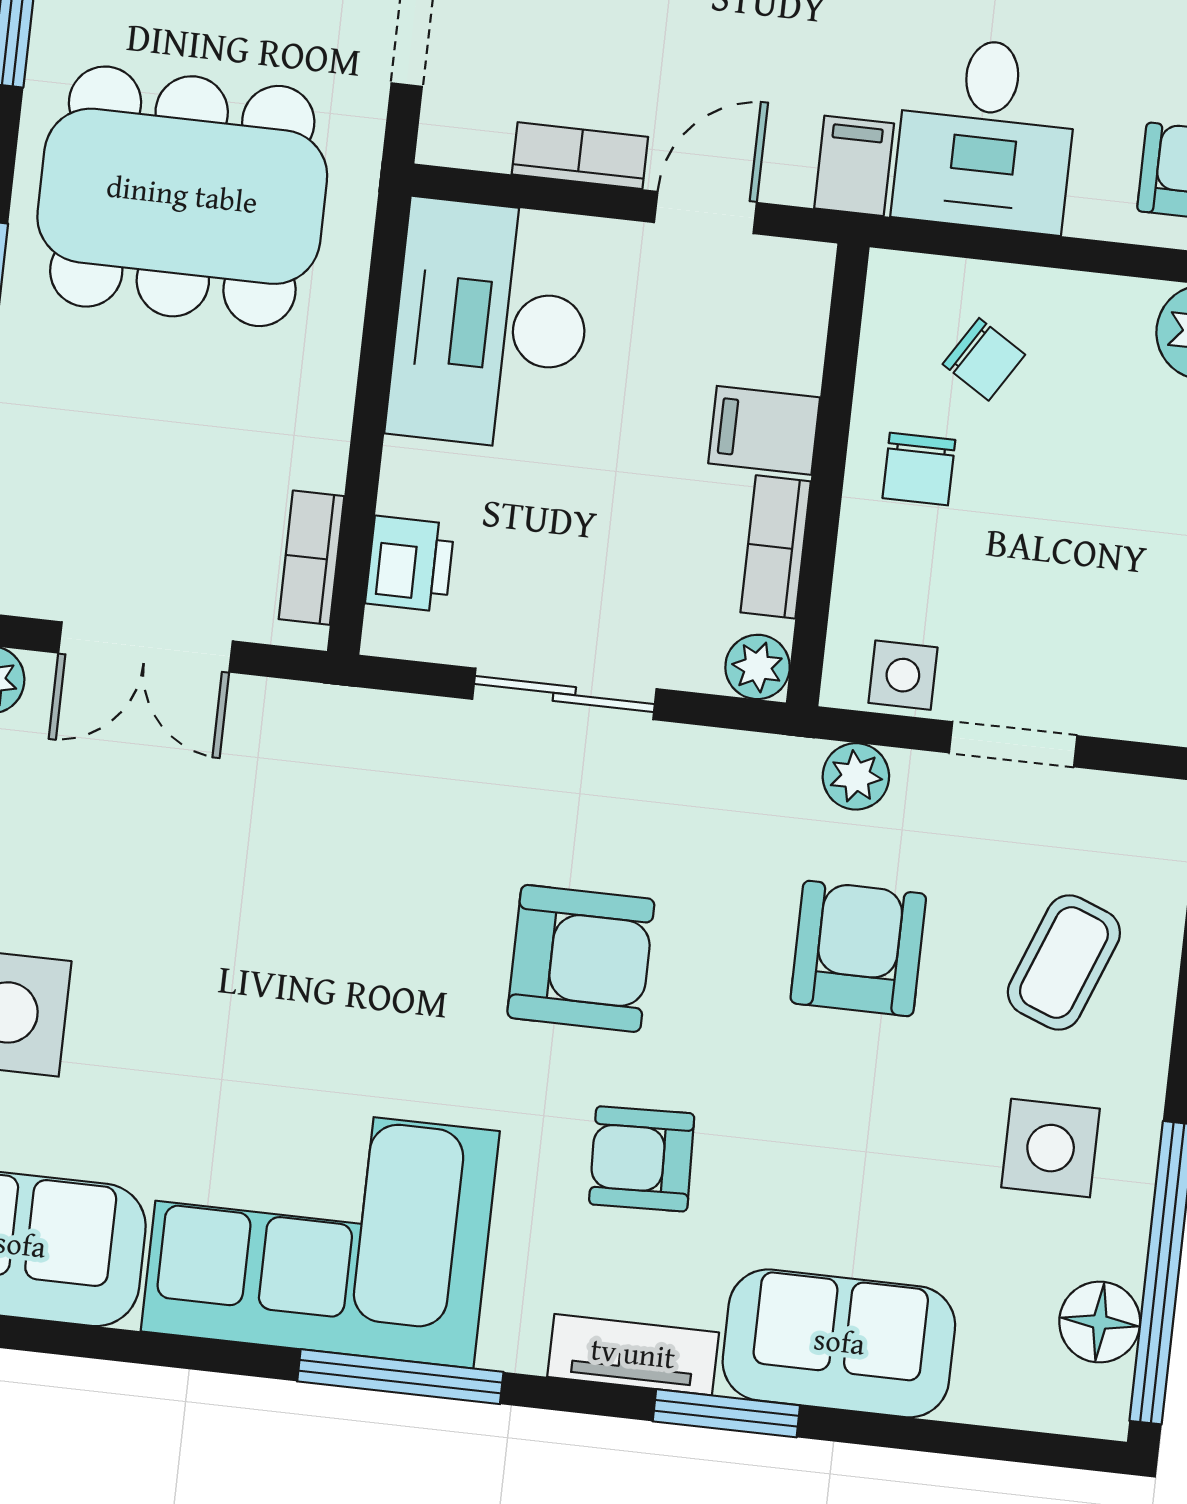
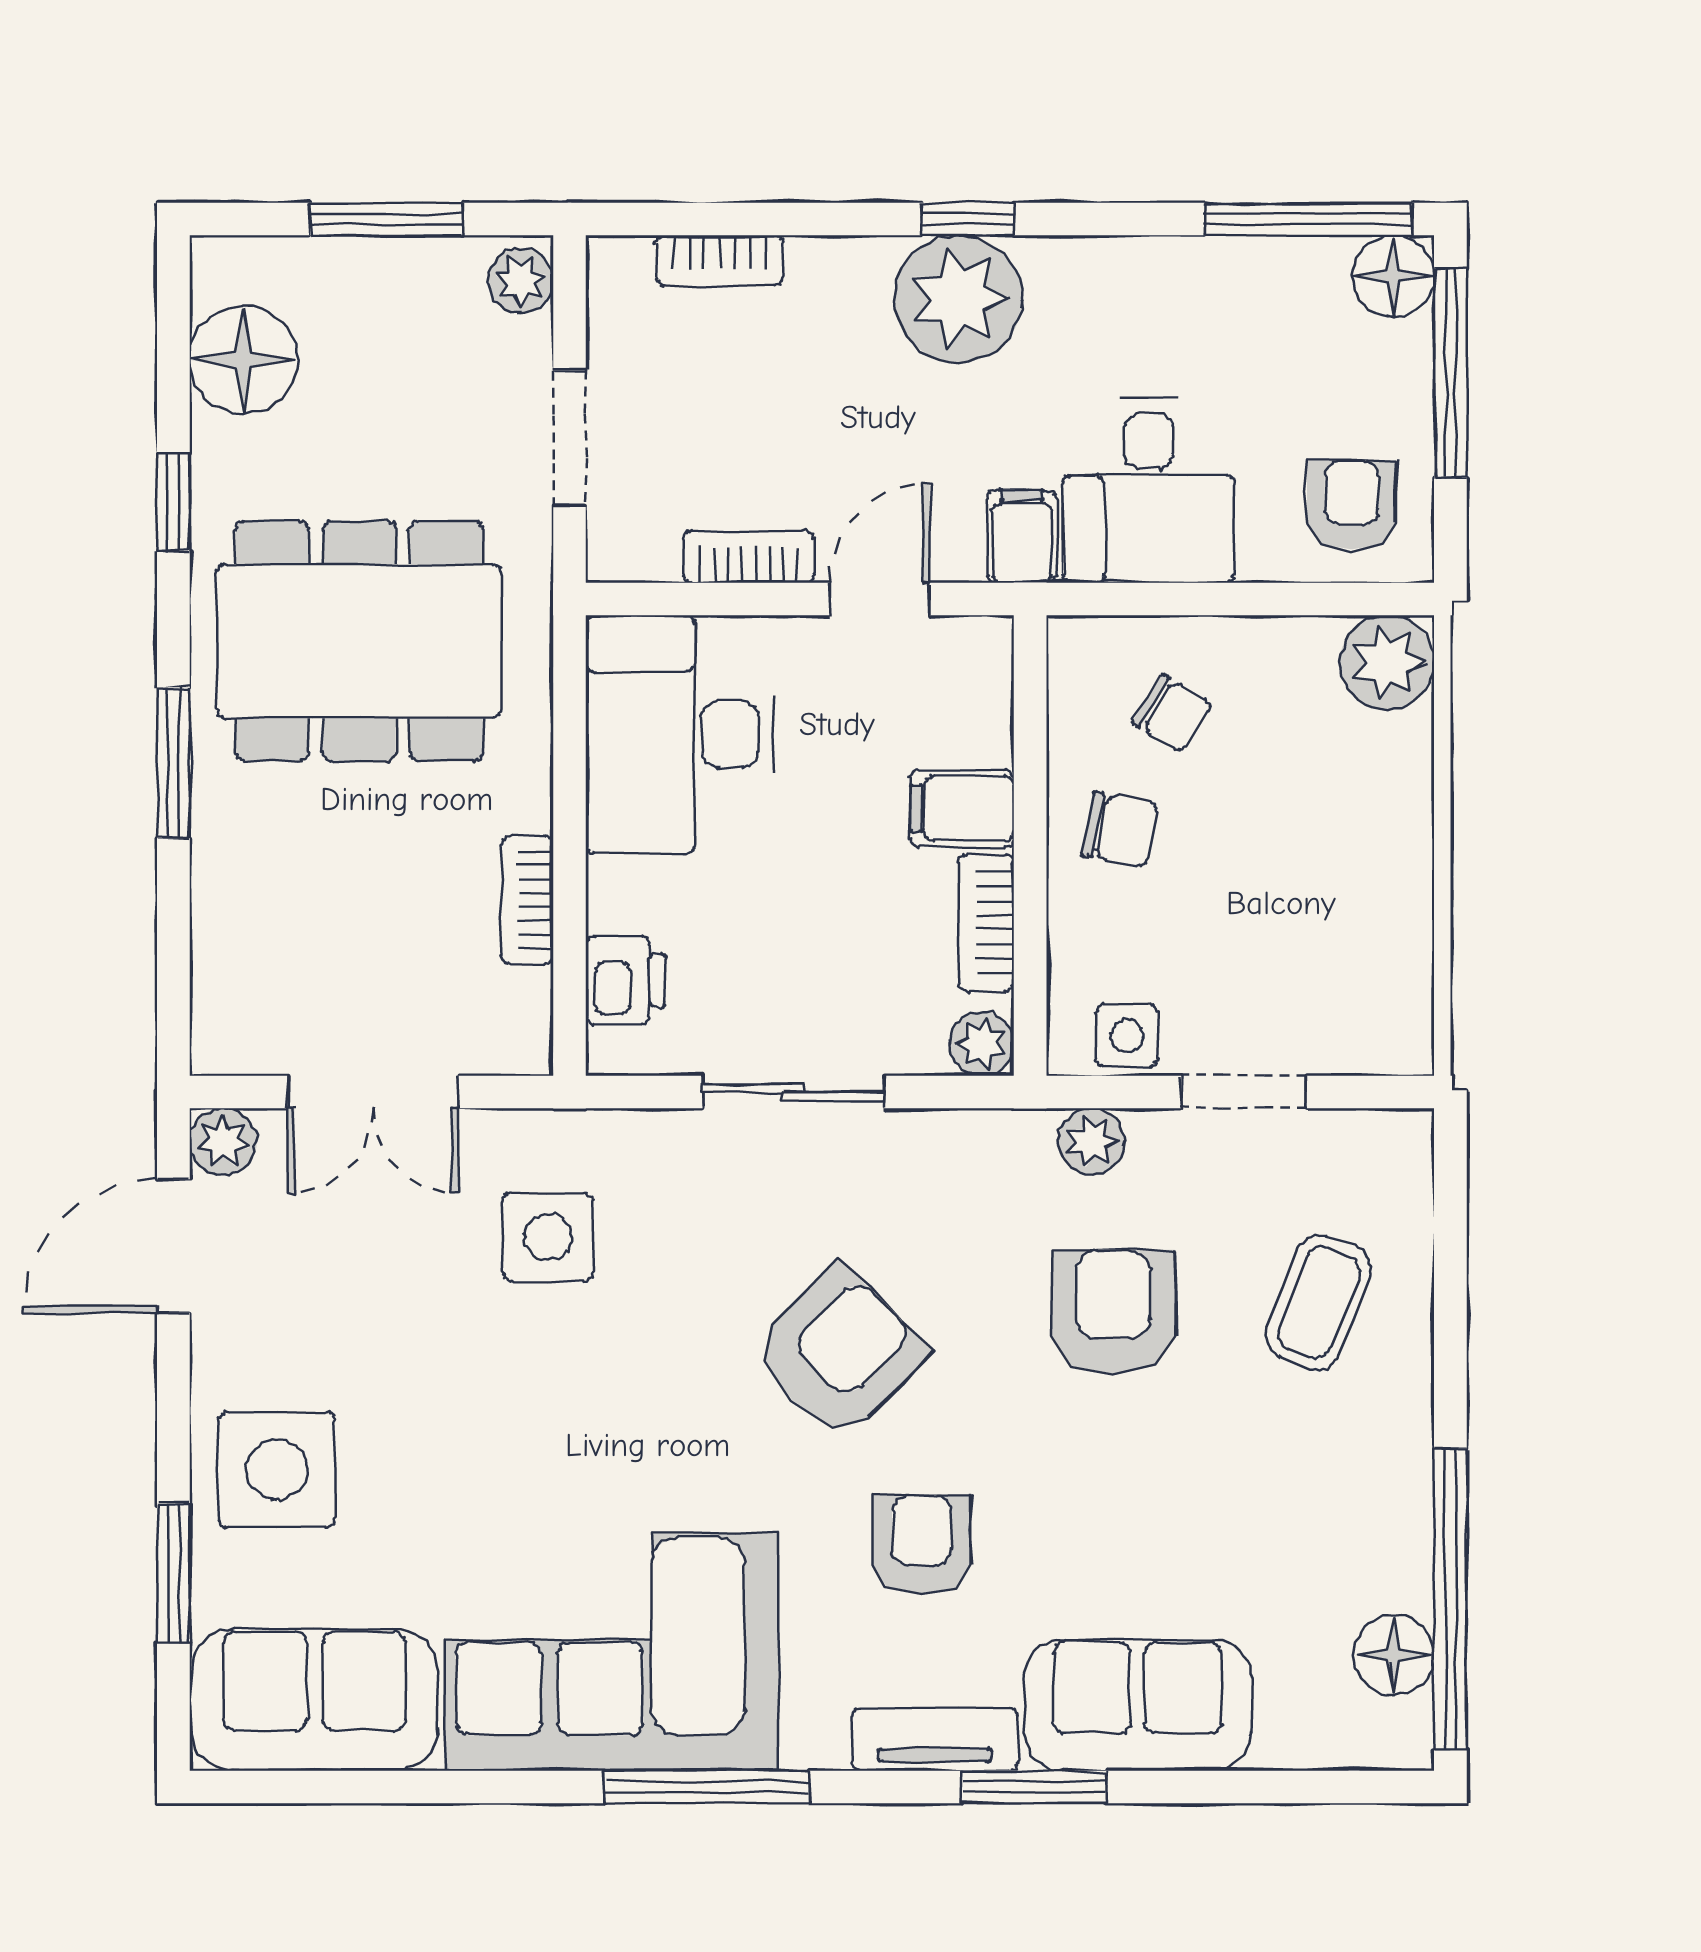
chair: (919, 469) -> (1120, 830), turned -79
bookcase: (311, 558) -> (527, 900), moved
armchair: (581, 958) -> (839, 1352), turned -46
side table: (1051, 1148) -> (548, 1237), moved
armchair: (642, 1159) -> (922, 1544), turned 92

